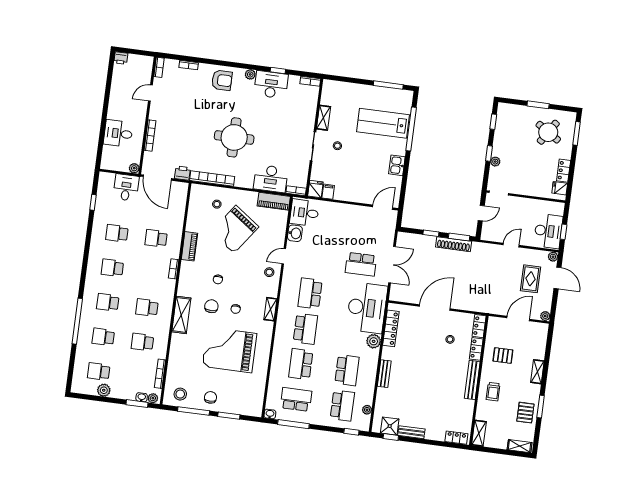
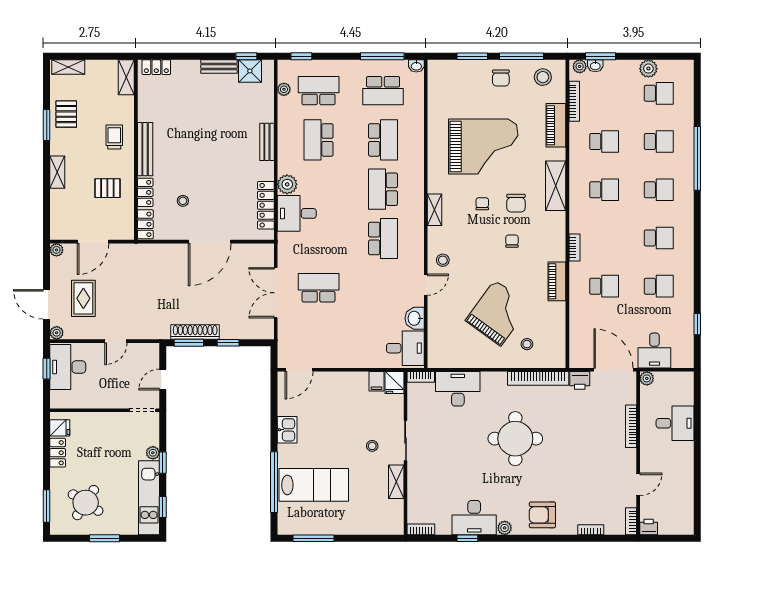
printer: (121, 58) -> (649, 527), moved
kitchen unit: (502, 130) -> (149, 498), added
piano: (274, 201) -> (556, 125), moved, turned -90
desk: (367, 308) -> (297, 213), width x0.53, depth x0.77
school desk: (342, 406) -> (319, 91), turned 90

